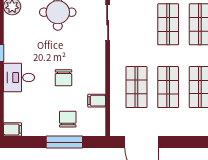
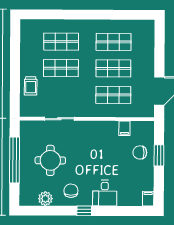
chair: (63, 78) -> (71, 191), moved, turned -90
window: (64, 142) -> (159, 155), width x0.69

